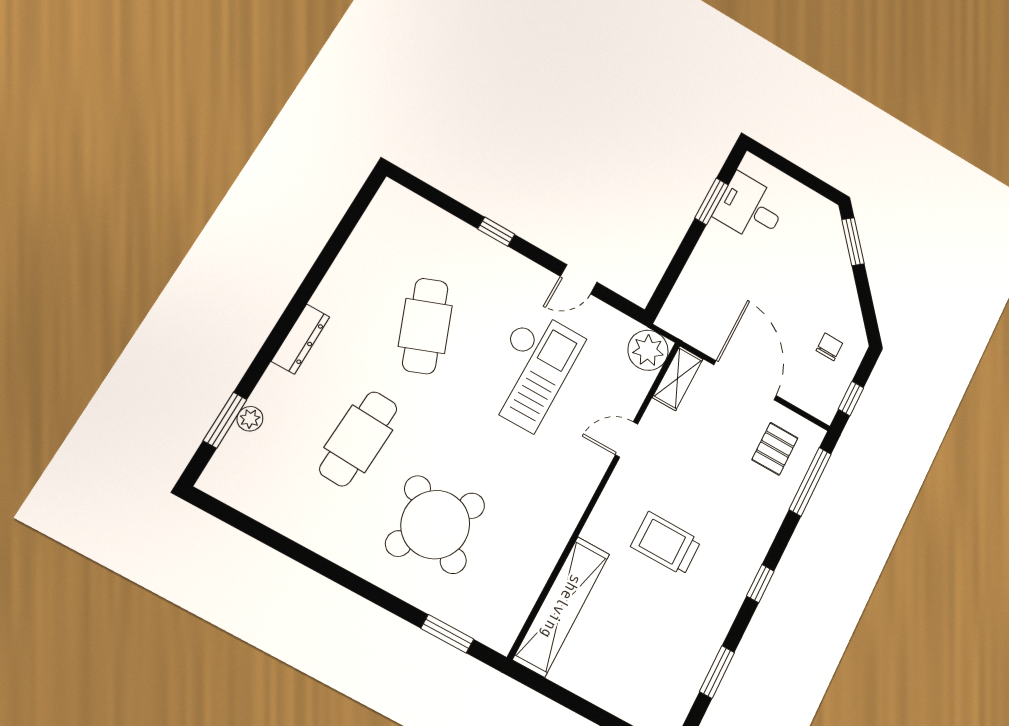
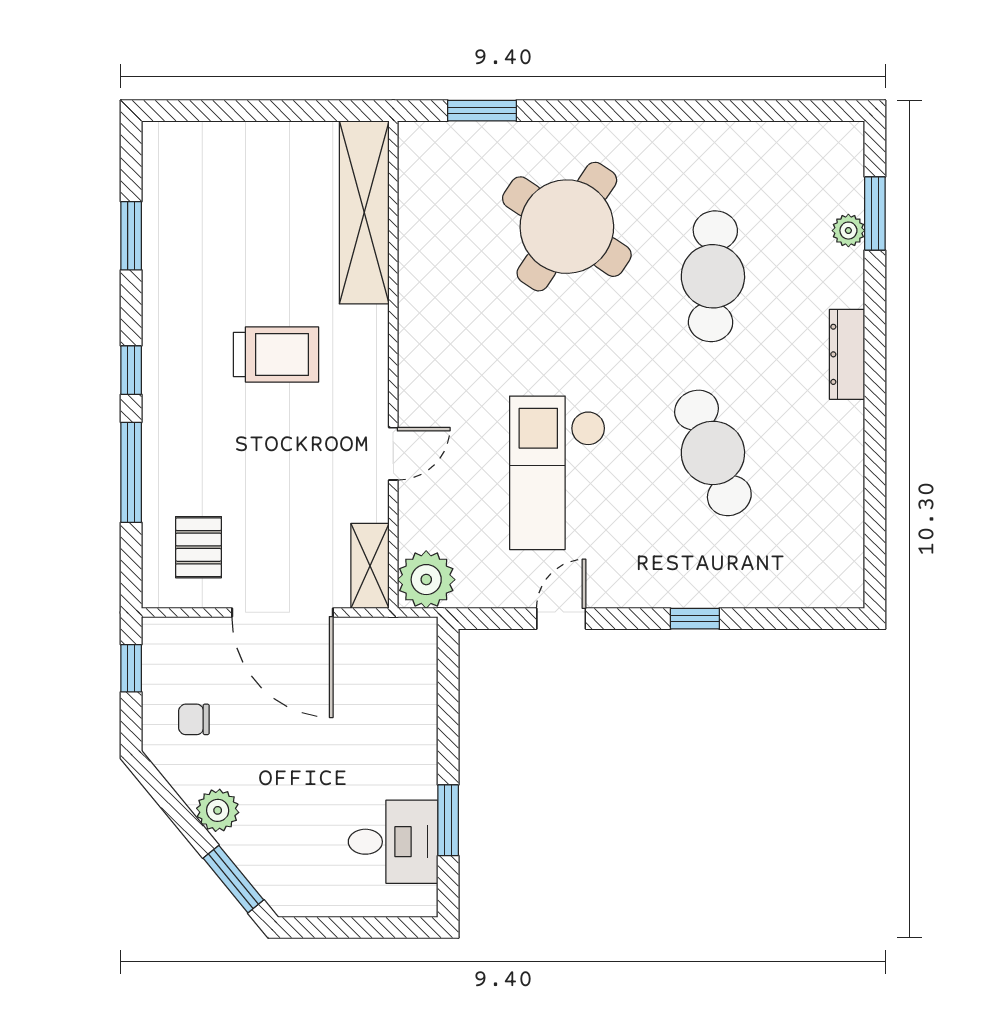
plant: (842, 286) -> (218, 810), added
chair: (829, 347) -> (194, 719), turned 90
window: (810, 482) -> (131, 472), moved

